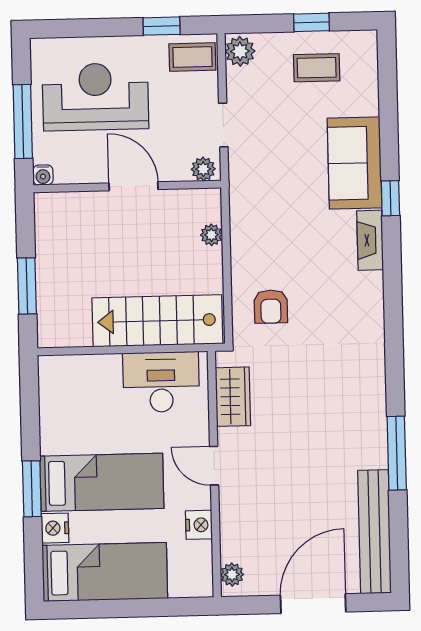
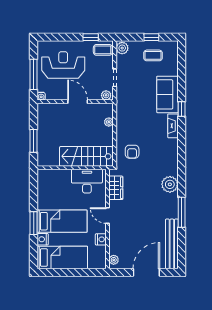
plant: (366, 385) -> (170, 184), added

